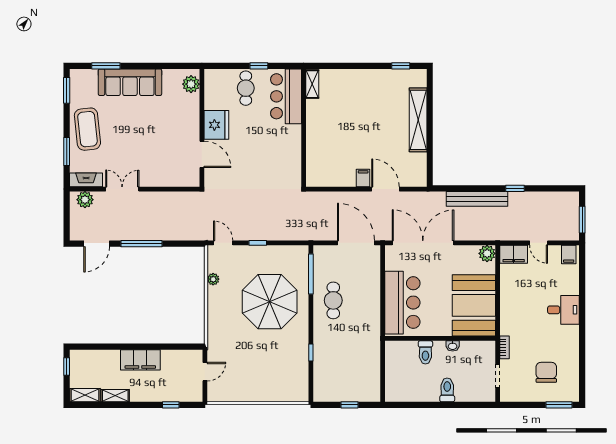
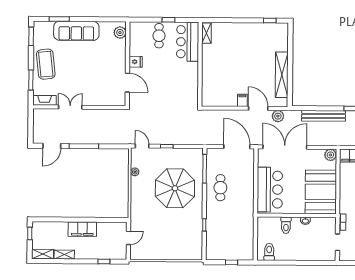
shelving: (418, 120) -> (282, 75), moved
fridge: (216, 125) -> (136, 62), width x0.53, depth x0.75
plant: (85, 200) -> (278, 116), moved
toilet: (447, 390) -> (269, 252), moved

